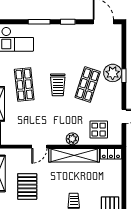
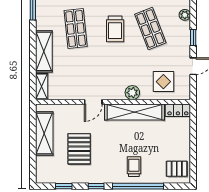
plant: (113, 73) -> (185, 15), width x0.53, depth x0.53
window: (124, 76) -> (193, 37), moved
shop shelf: (88, 85) -> (150, 28), turned -39

